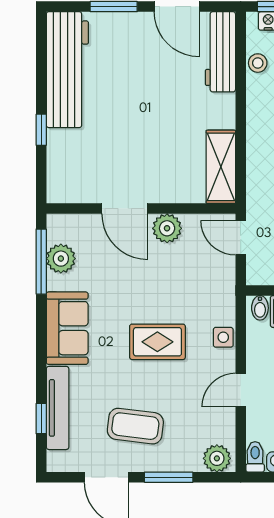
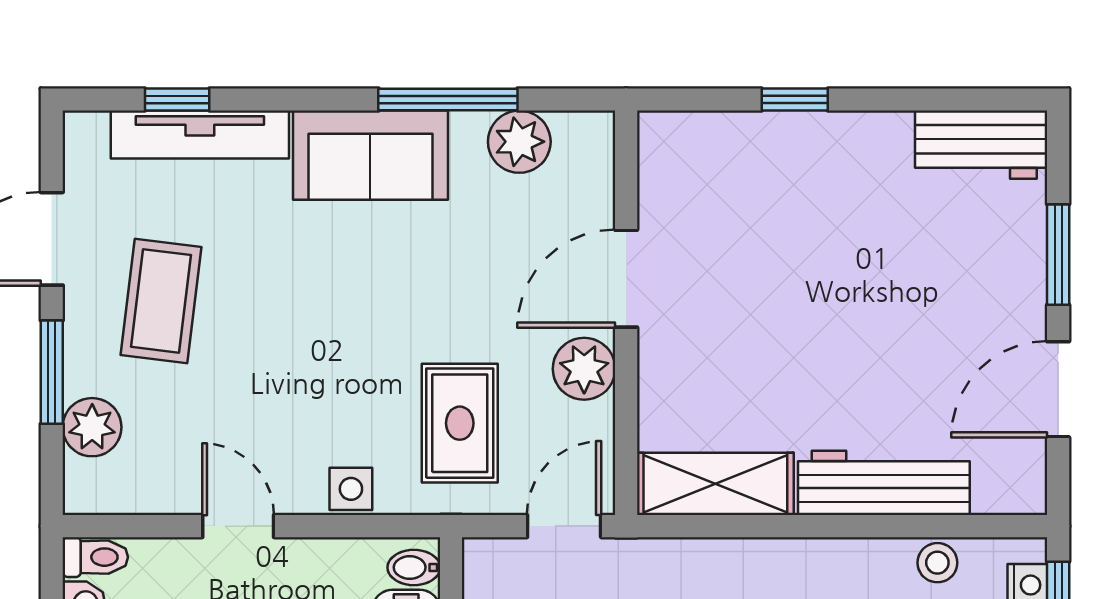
workbench: (220, 52) -> (884, 483), moved
workbench: (67, 70) -> (981, 145), width x0.53, depth x0.76
window: (41, 262) -> (448, 100), moved
rug: (157, 342) -> (460, 423), moved
plant: (217, 458) -> (92, 427), moved

